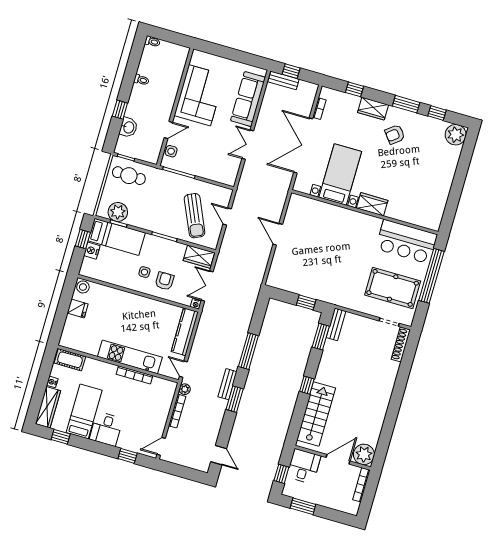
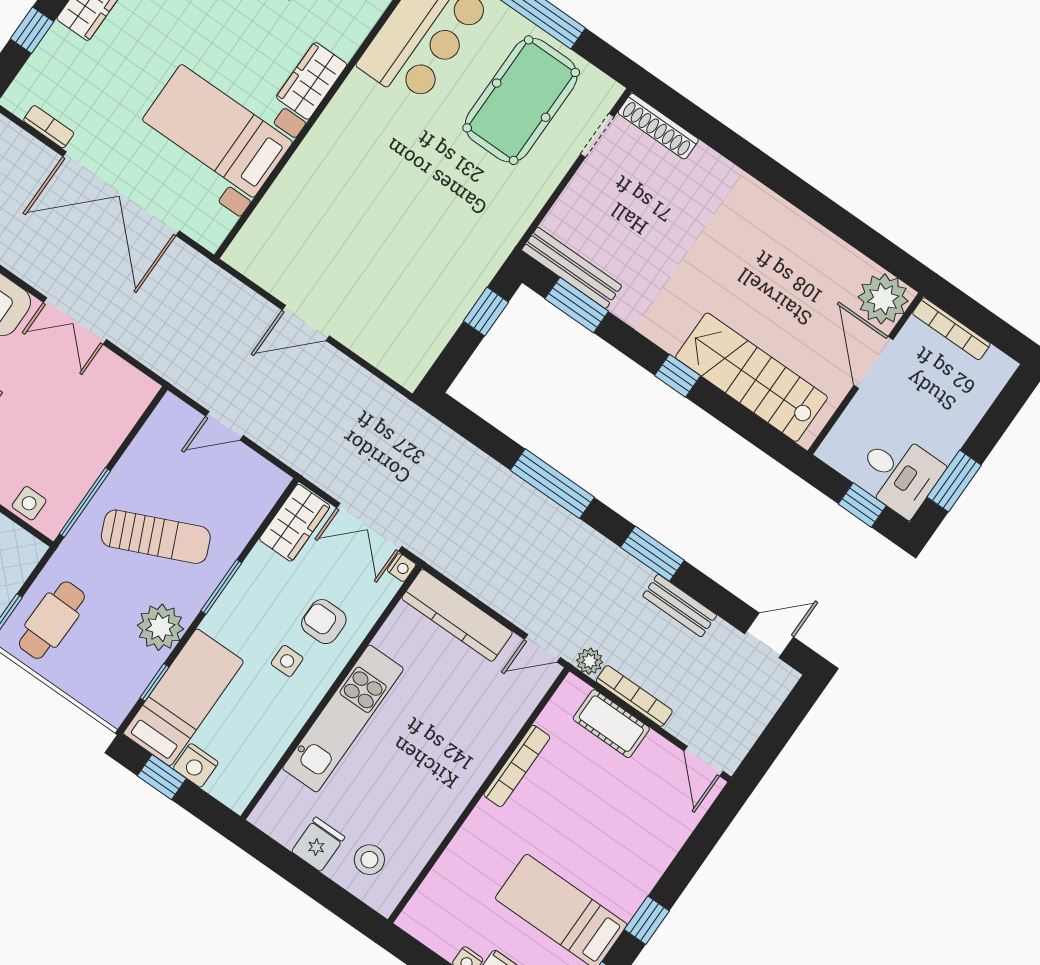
plant: (118, 212) -> (160, 627), moved
sun lounger: (195, 216) -> (156, 537), moved
stool: (83, 287) -> (369, 860), moved
bench: (336, 324) -> (572, 268), width x1.36
kitchen unit: (130, 357) -> (343, 719), moved, turned 180
cot: (70, 360) -> (611, 724), moved, turned 90
bench: (227, 384) -> (680, 606), moved
desk: (106, 429) -> (619, 874), removed
window: (128, 456) -> (647, 920), moved
desk: (304, 466) -> (899, 474), moved, turned 180

